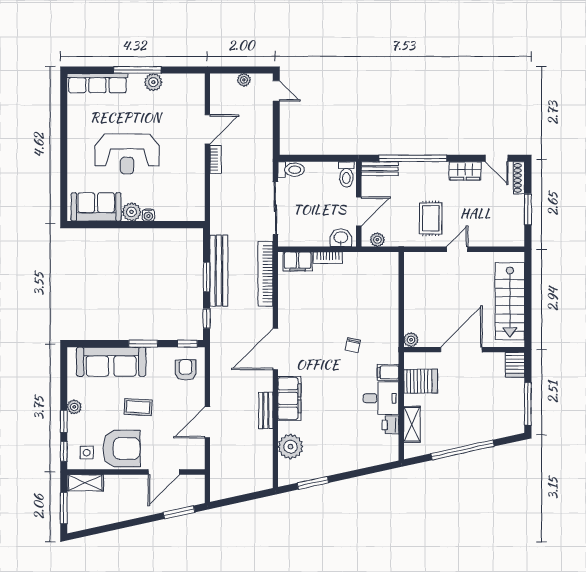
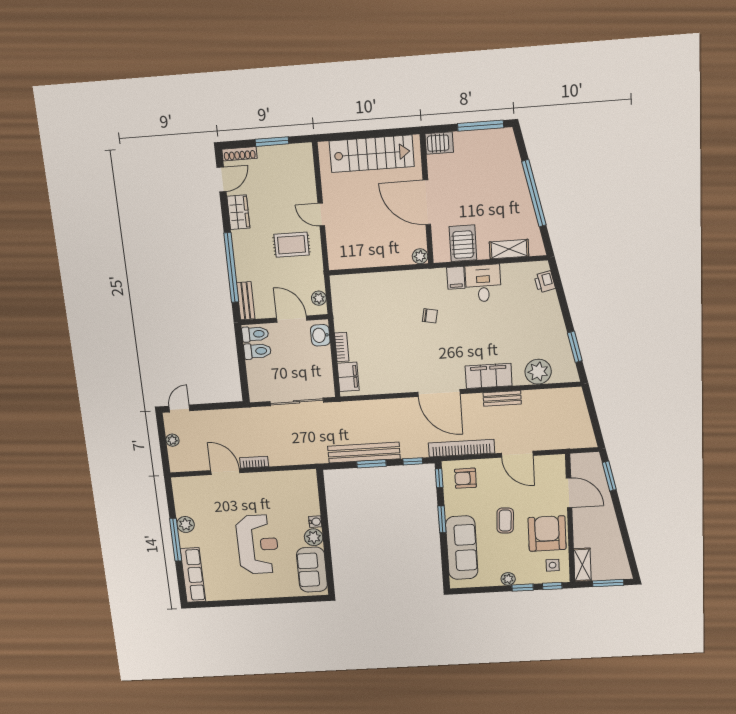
toilet: (291, 170) -> (257, 351), moved, turned 90
bookcase: (265, 274) -> (462, 448), moved, turned 180
printer: (390, 425) -> (545, 282), moved, turned 78

